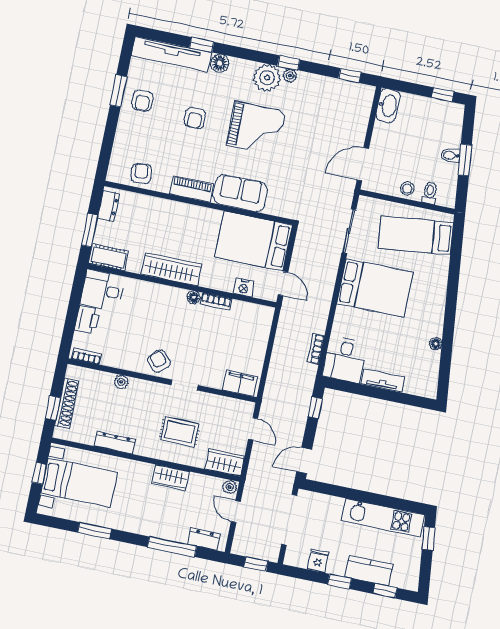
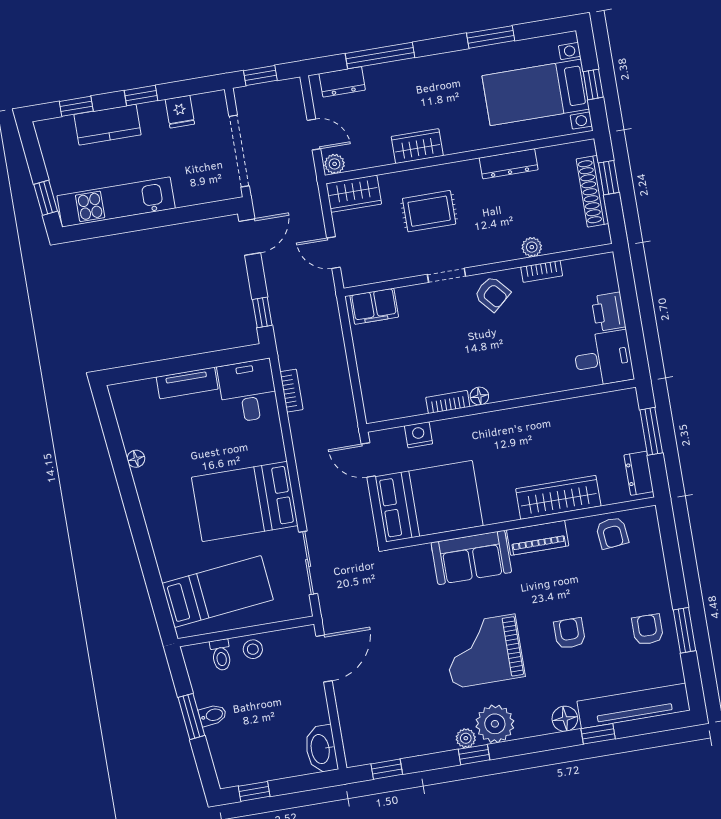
cot: (108, 257) -> (612, 405), removed
wardrobe: (171, 269) -> (558, 497), moved, turned 180
bookcase: (87, 356) -> (542, 271), moved

